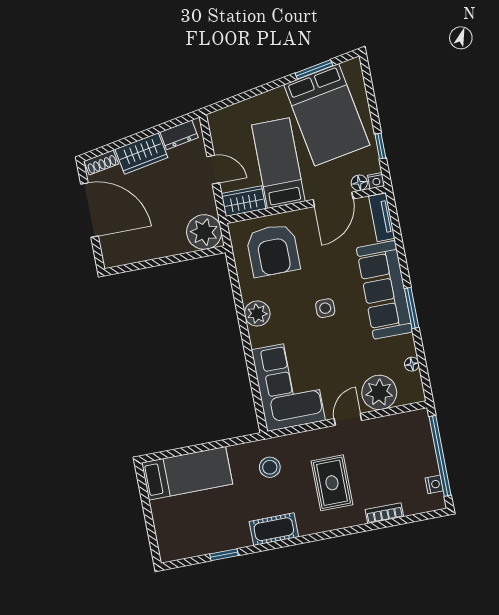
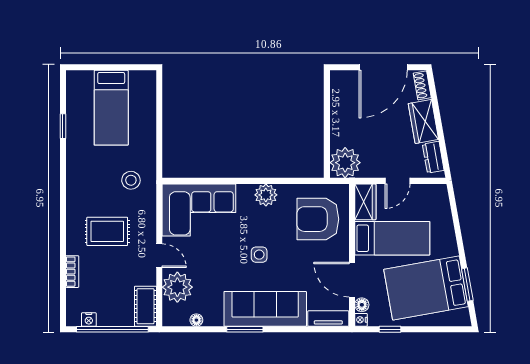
bed: (187, 473) -> (111, 108), moved
cot: (274, 529) -> (145, 306), moved

